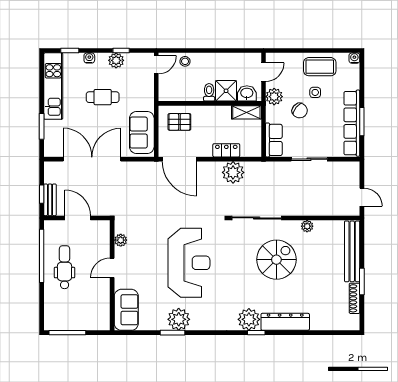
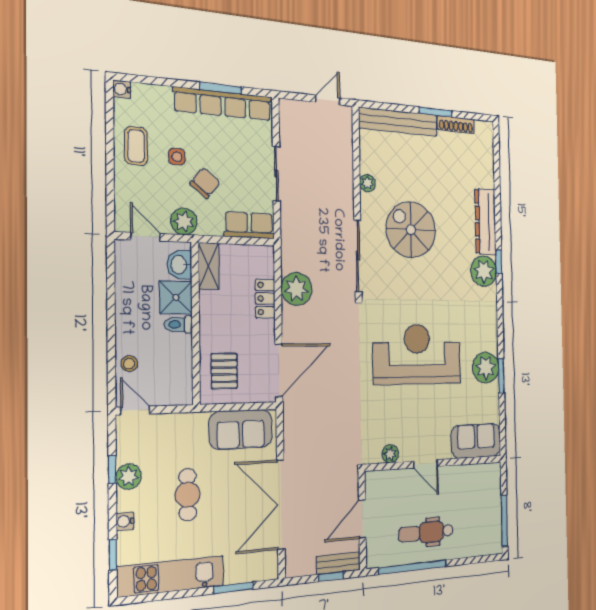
coffee table: (320, 67) -> (136, 146), width x0.73, depth x0.77

